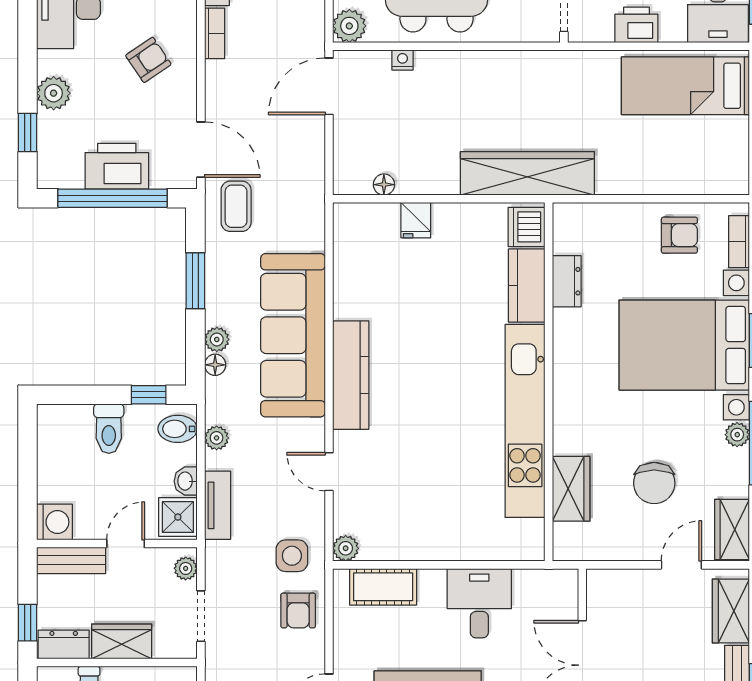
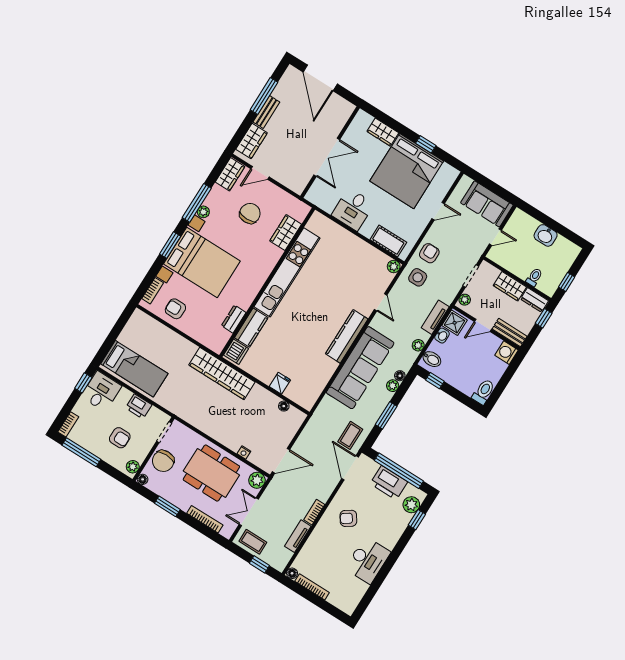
plant: (54, 93) -> (411, 505), moved
toilet: (109, 429) -> (483, 392), moved

